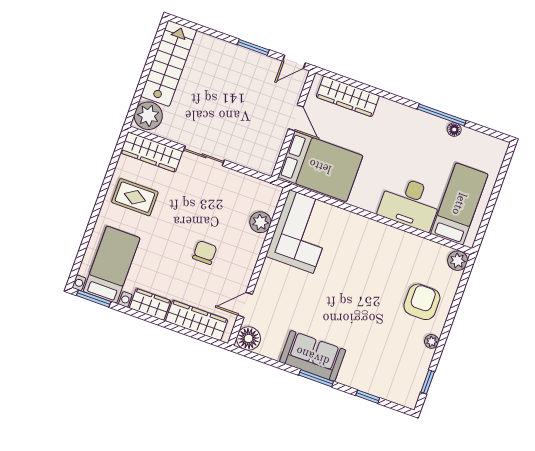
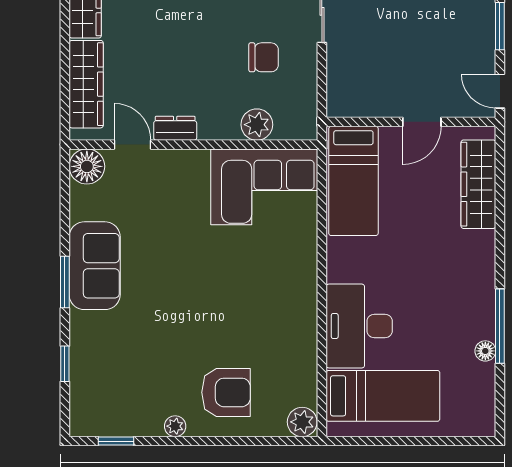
bed: (320, 166) -> (353, 181), width x0.67
chair: (205, 253) -> (264, 57), moved
dresser: (244, 274) -> (175, 128), added

